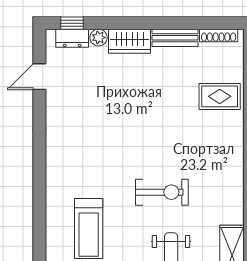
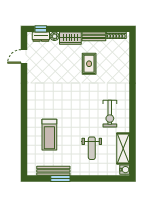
rug: (220, 96) -> (89, 64), moved, turned 90
exercise bike: (162, 192) -> (110, 114), moved, turned 90

